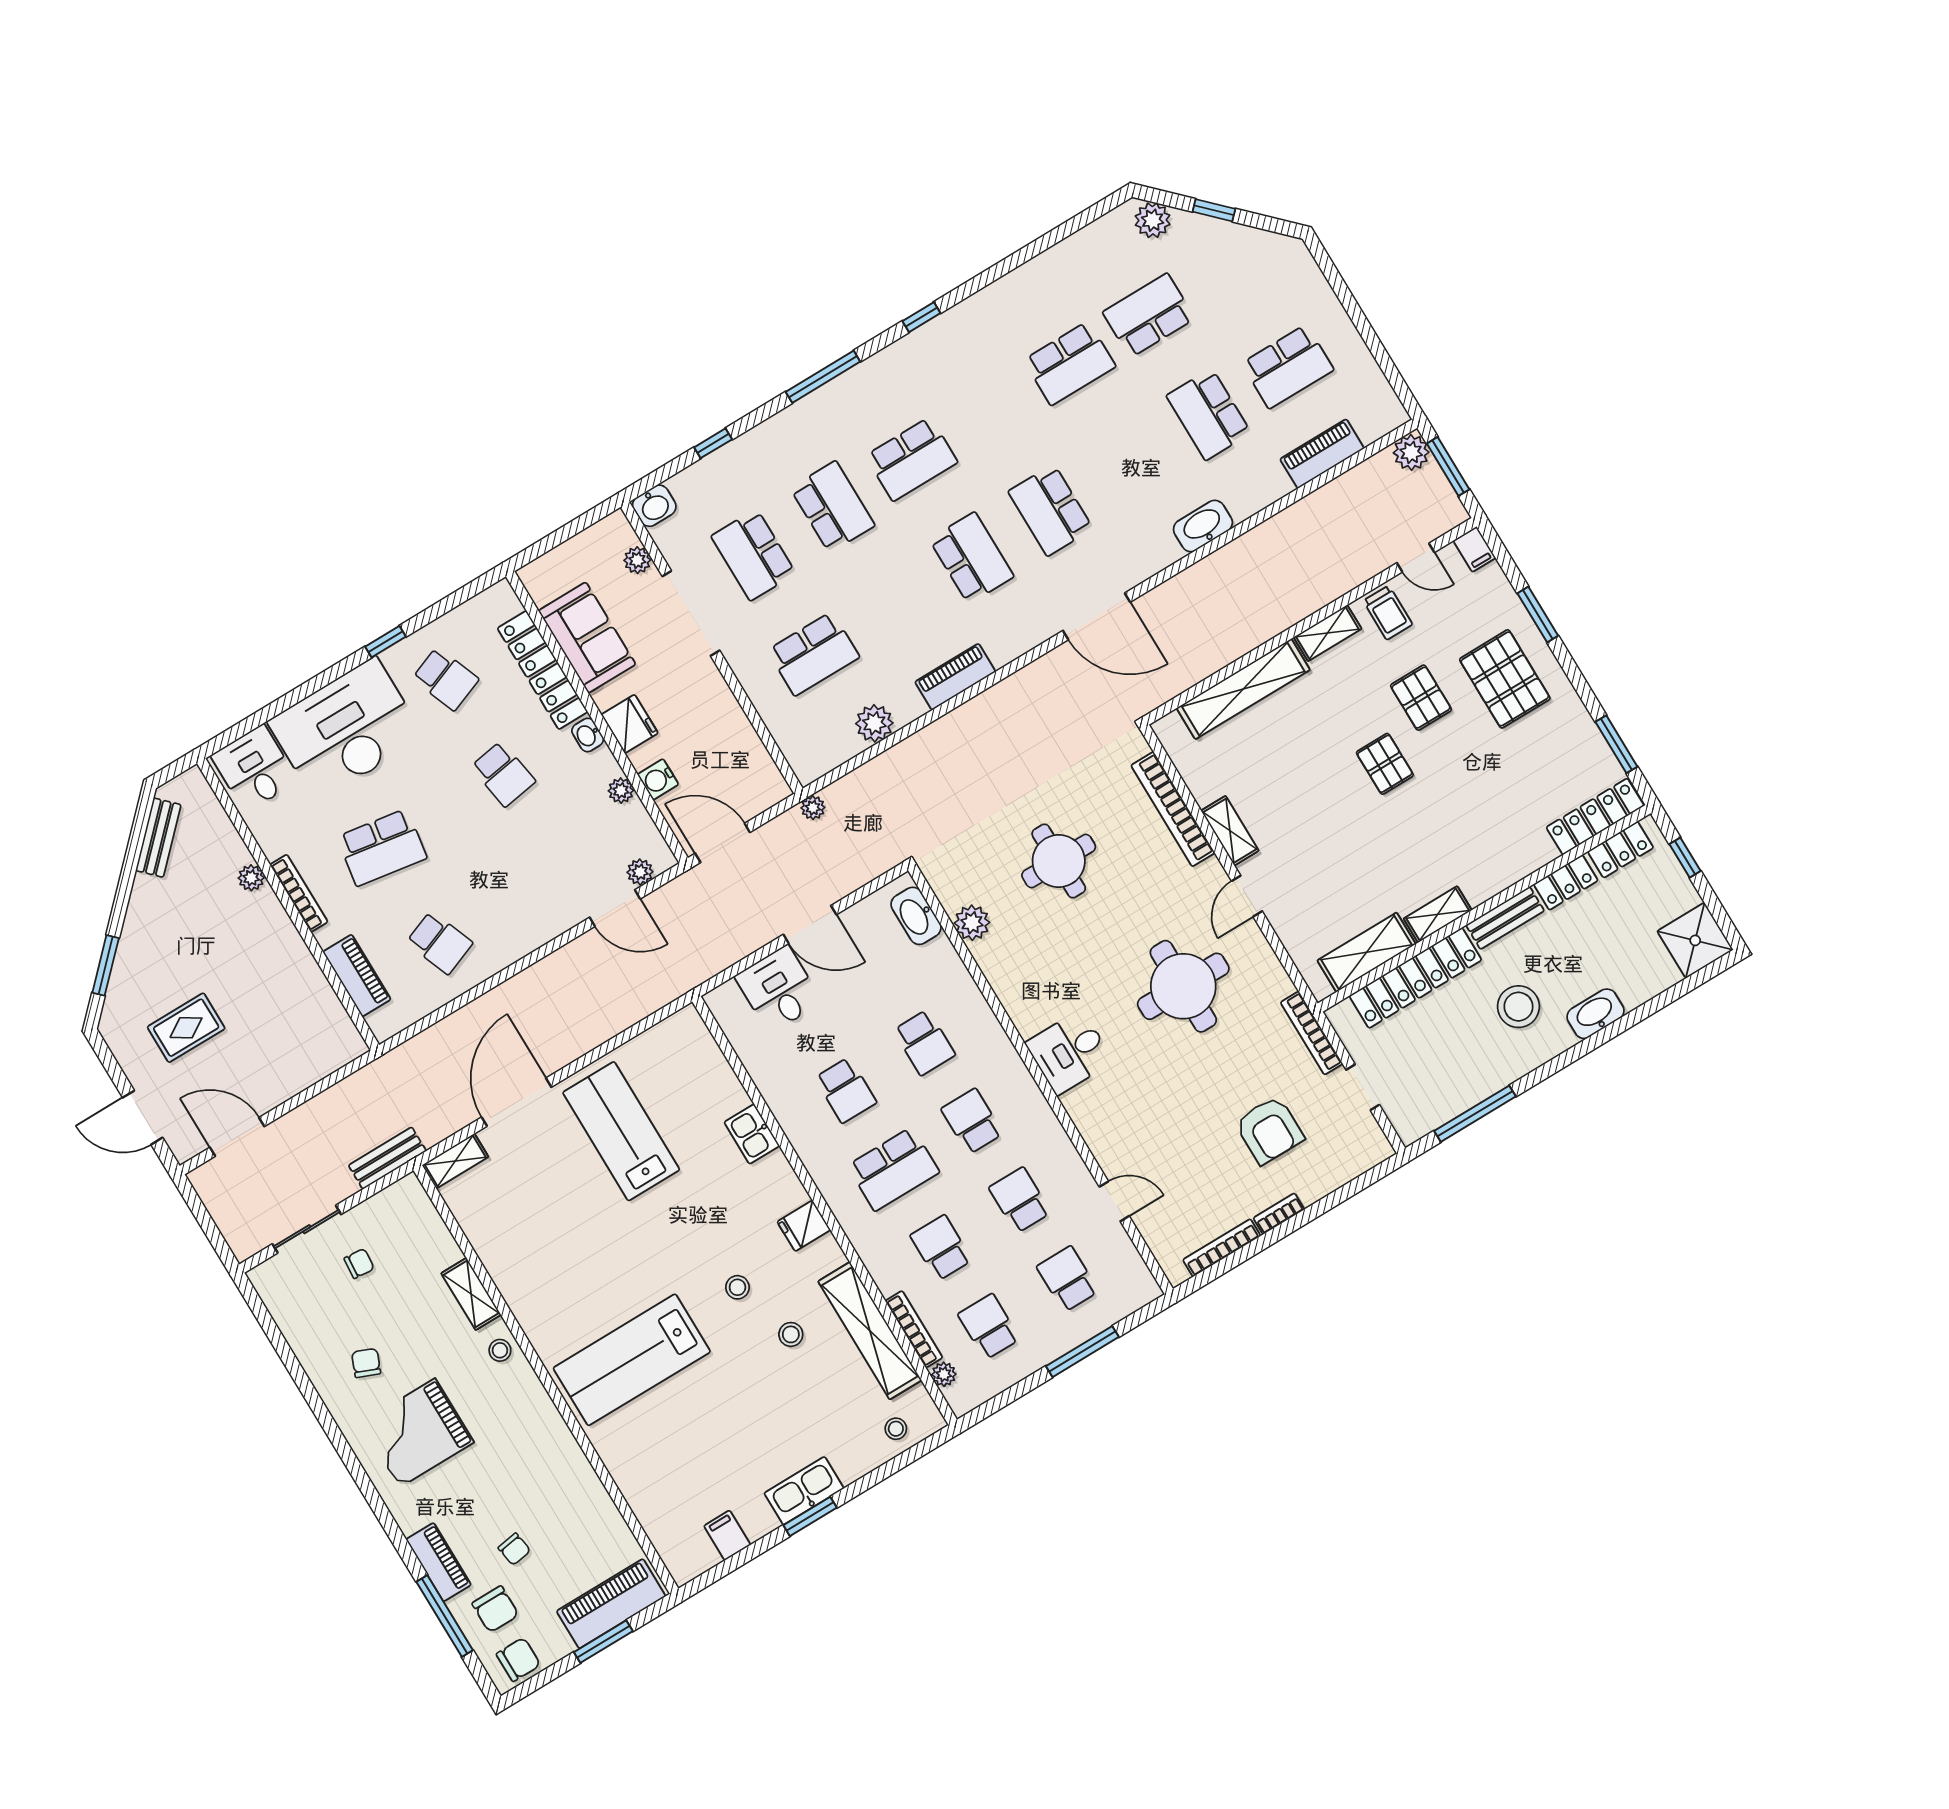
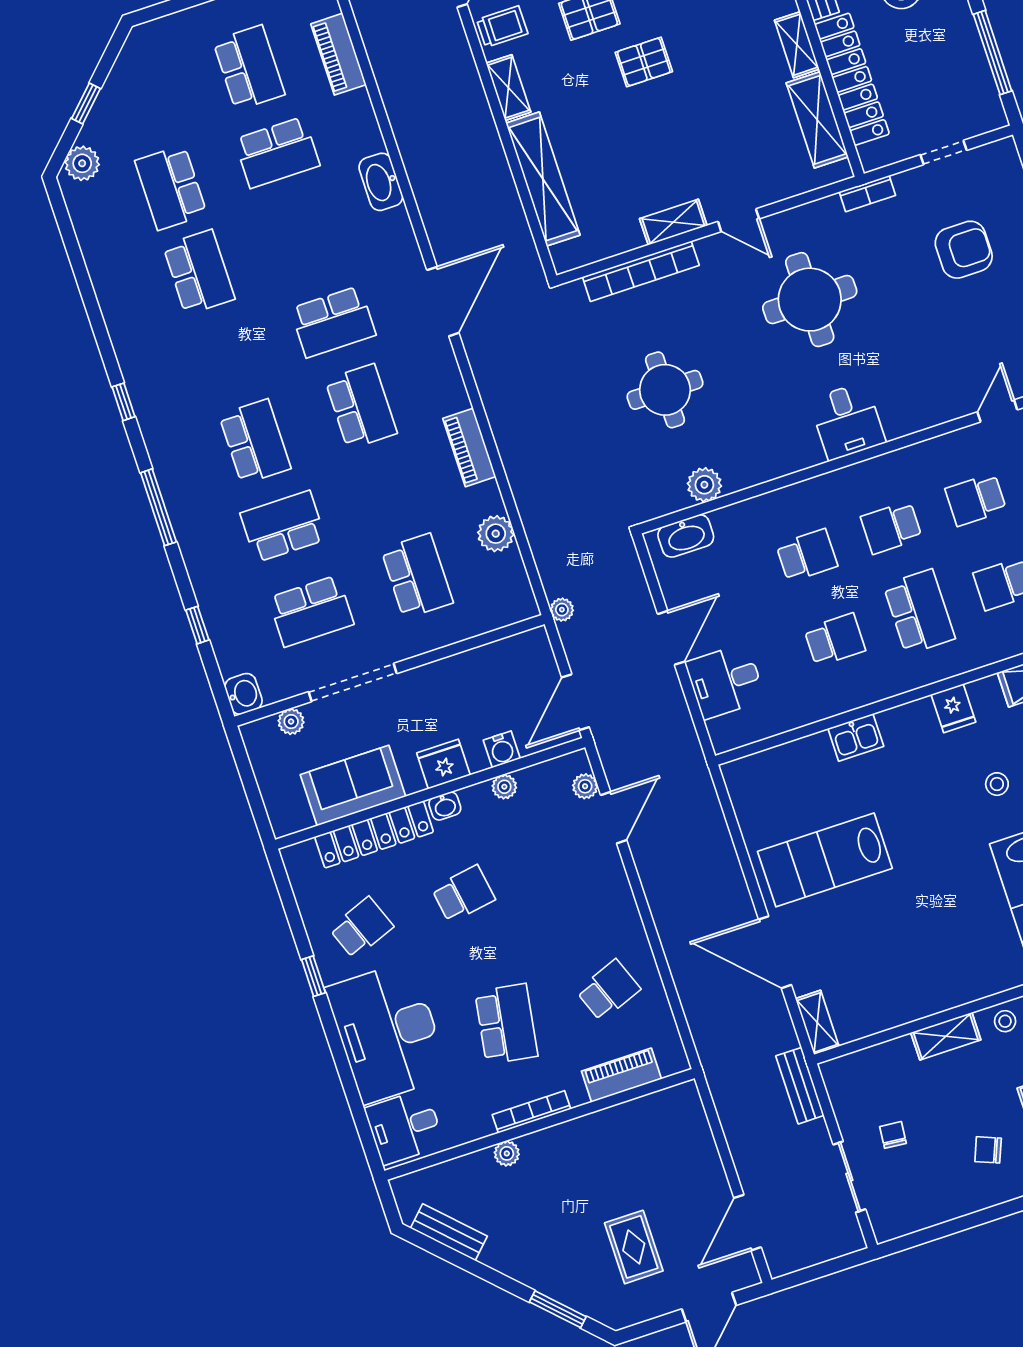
school desk: (972, 558) -> (361, 407), turned 90
bookcase: (1312, 1033) -> (867, 194), width x0.64

